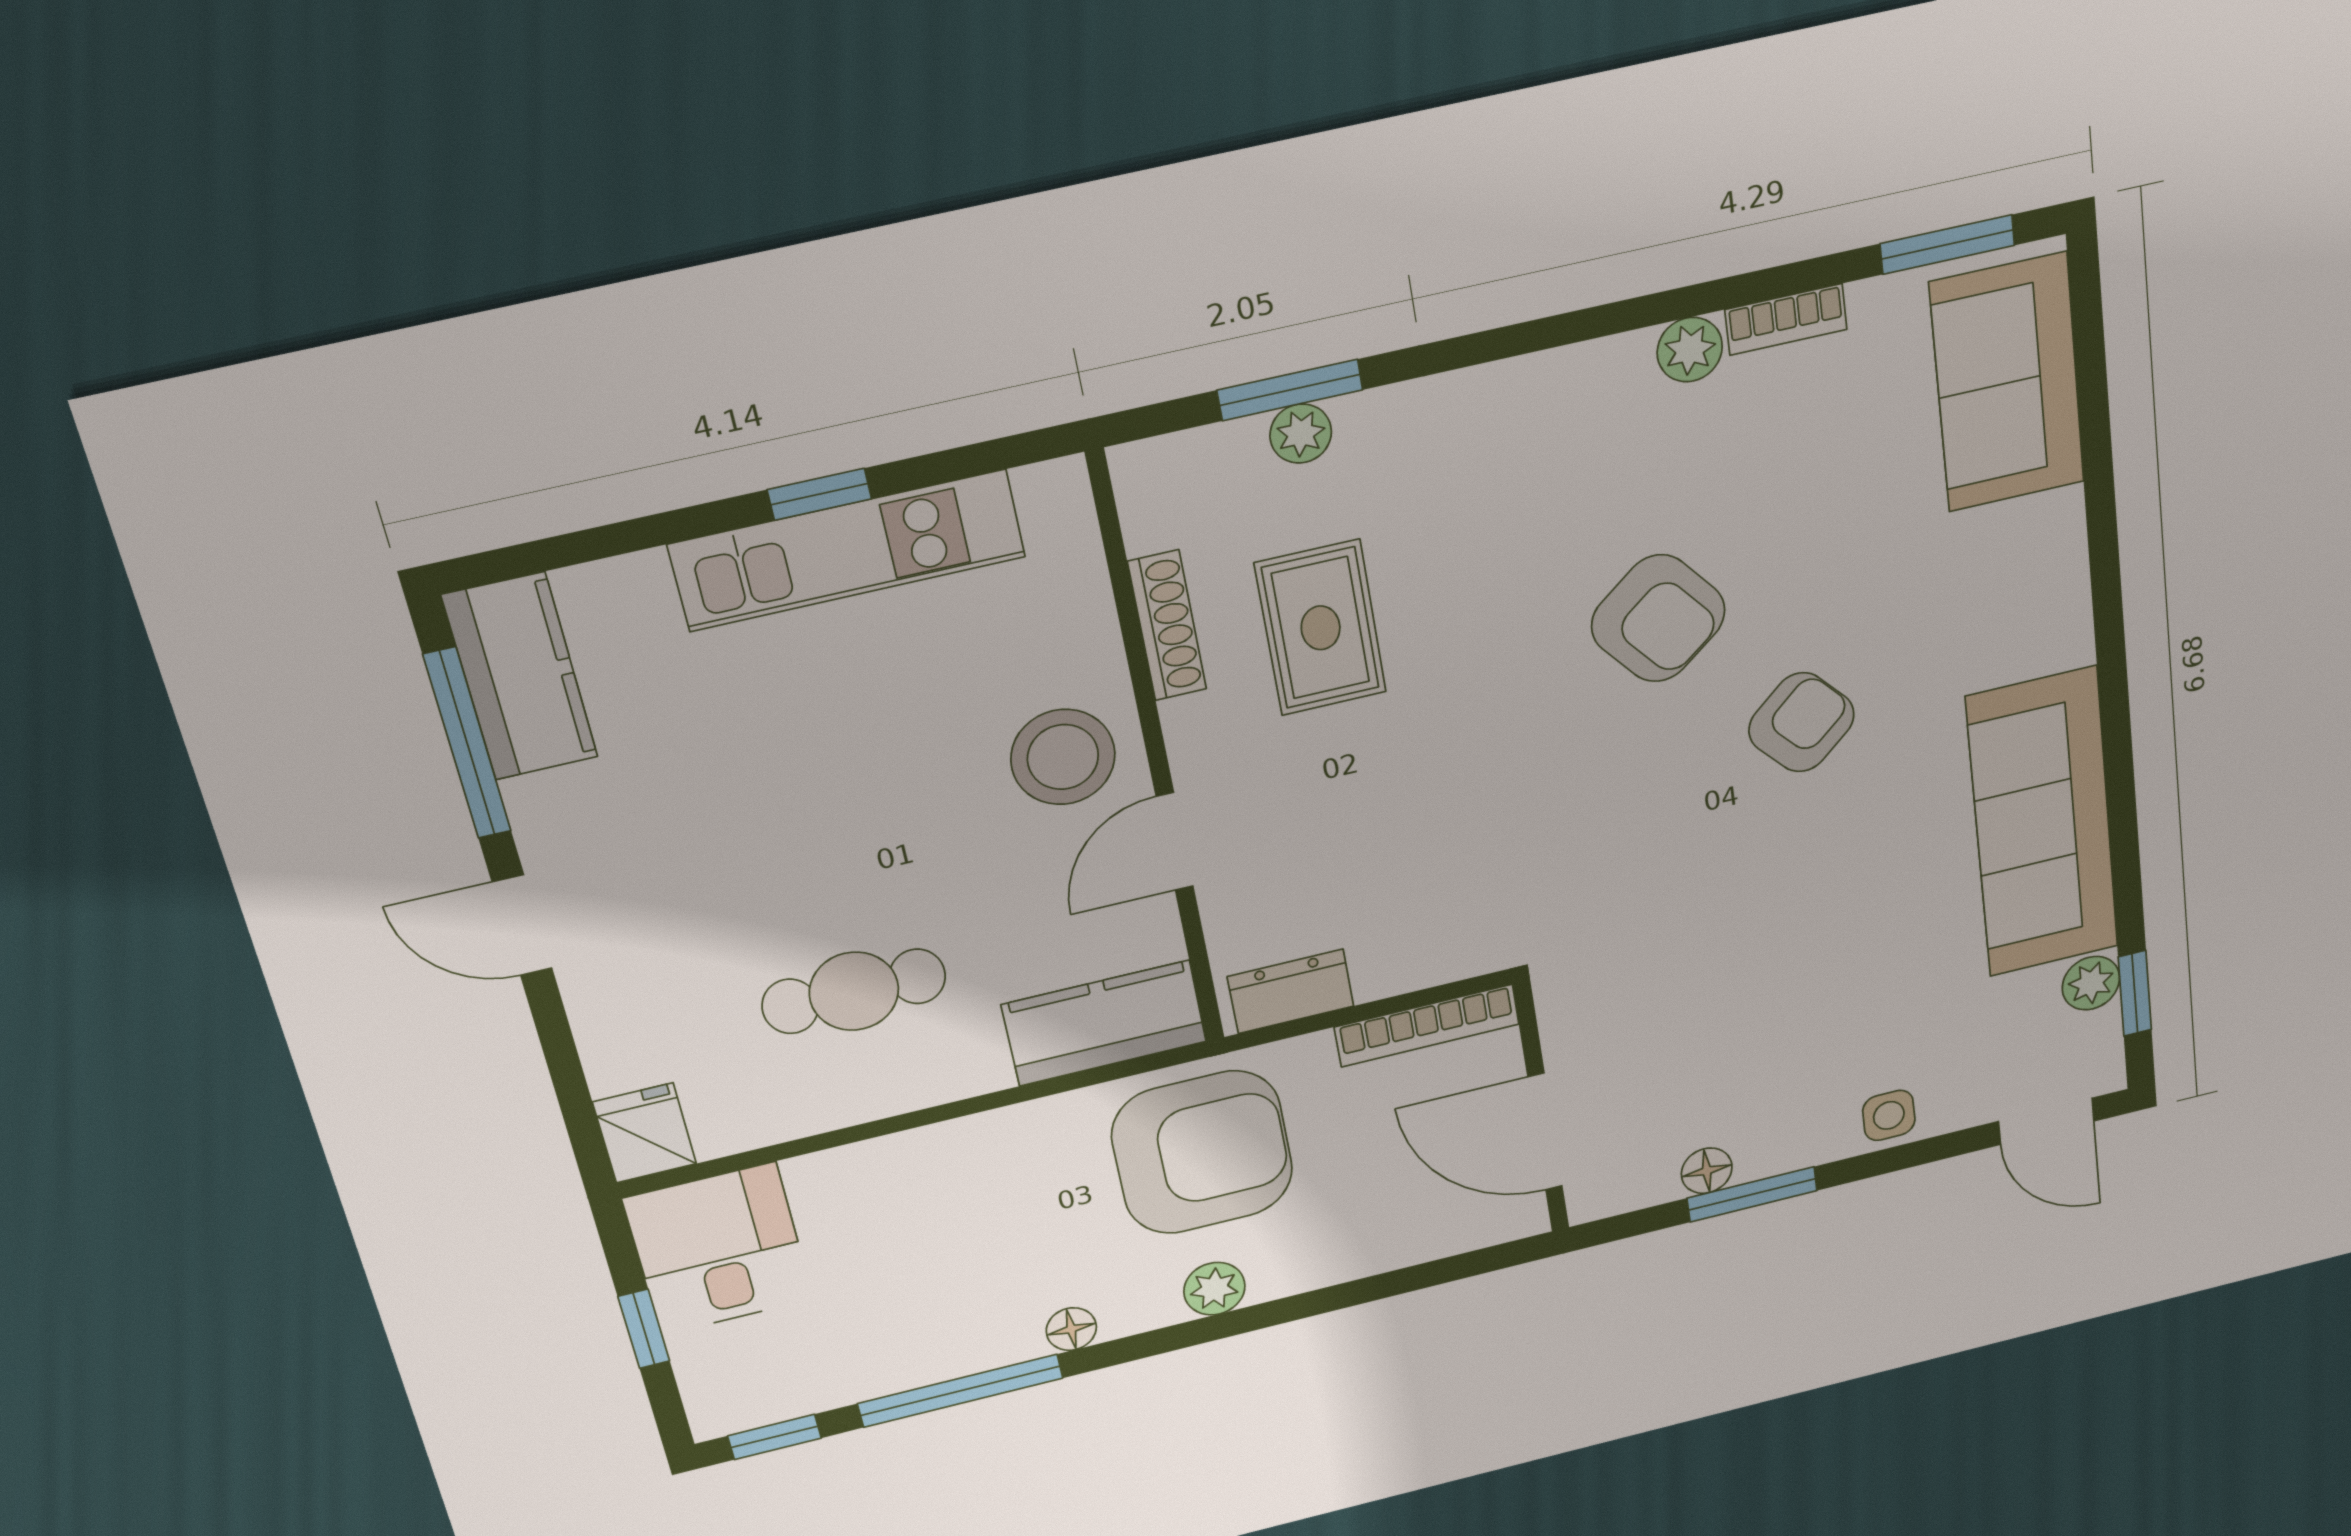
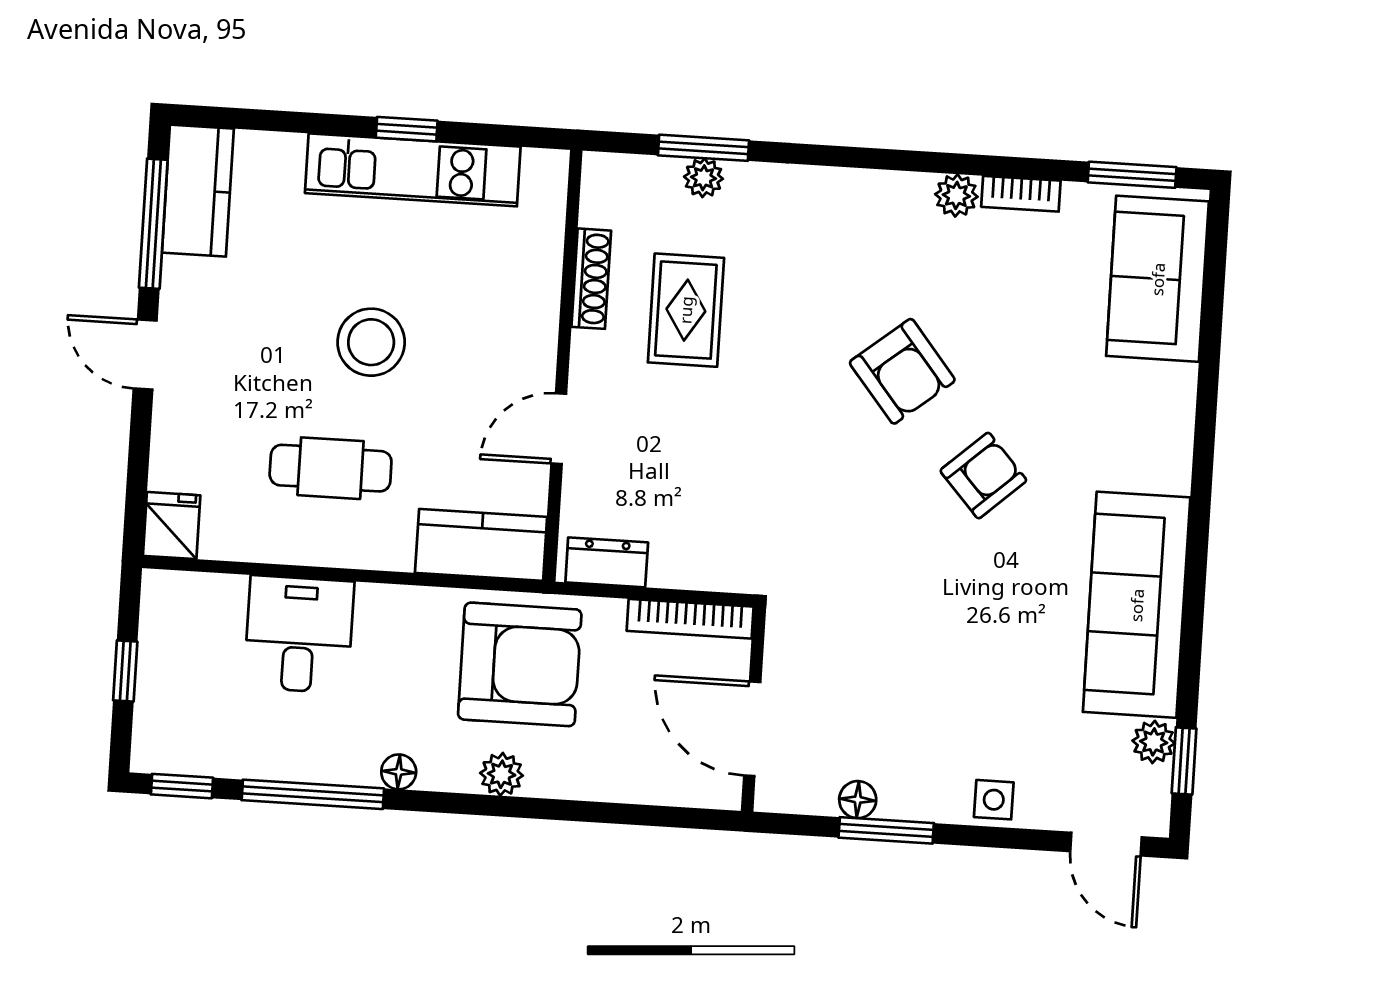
stool: (1063, 757) -> (371, 342), moved
desk: (719, 1249) -> (299, 634), moved

